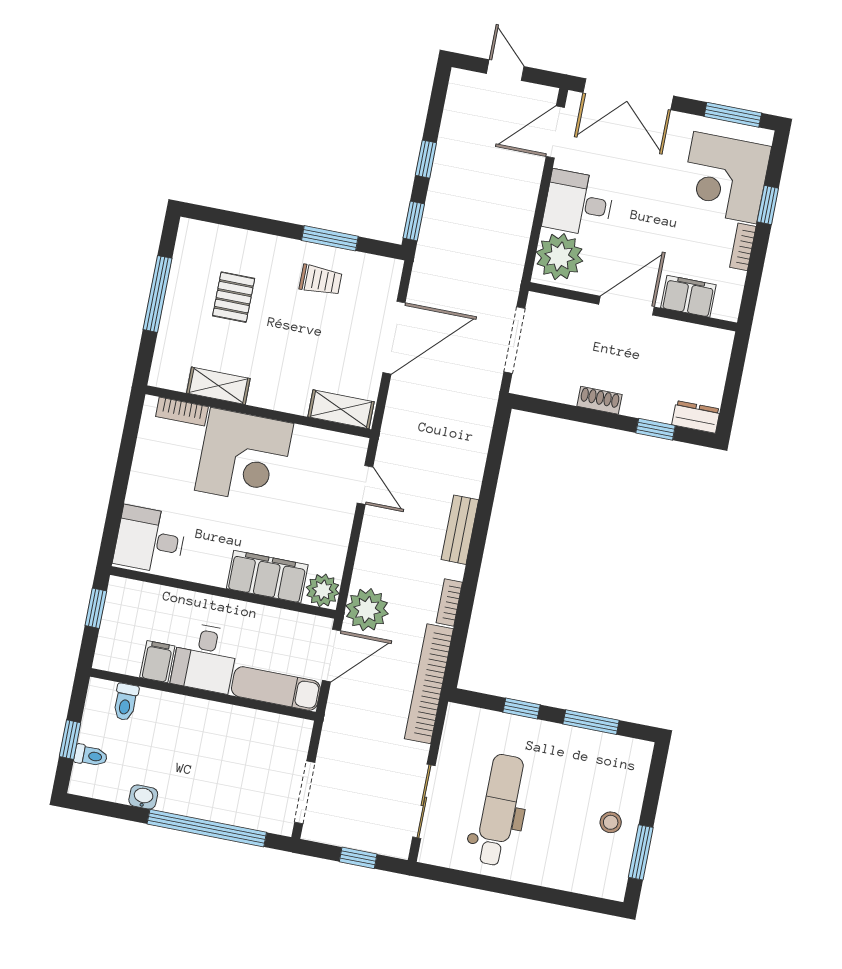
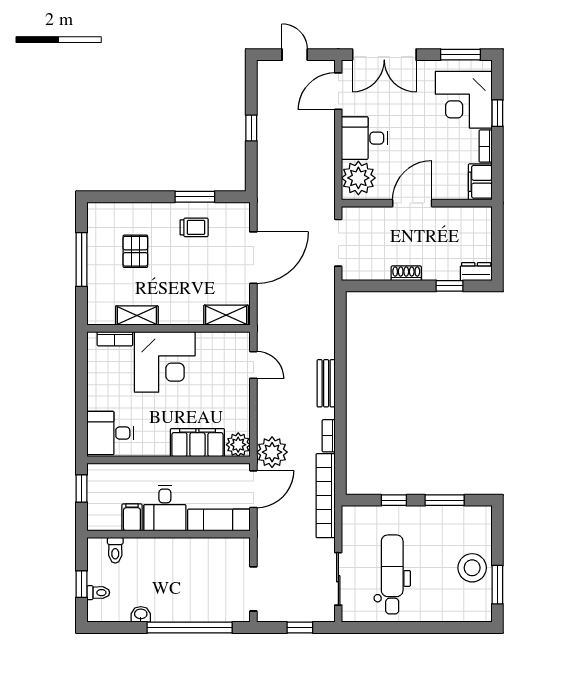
window: (414, 221) -> (251, 173), removed
filing cabinet: (688, 296) -> (480, 182), moved, turned -90
stool: (611, 822) -> (472, 568), width x1.89, depth x1.89

